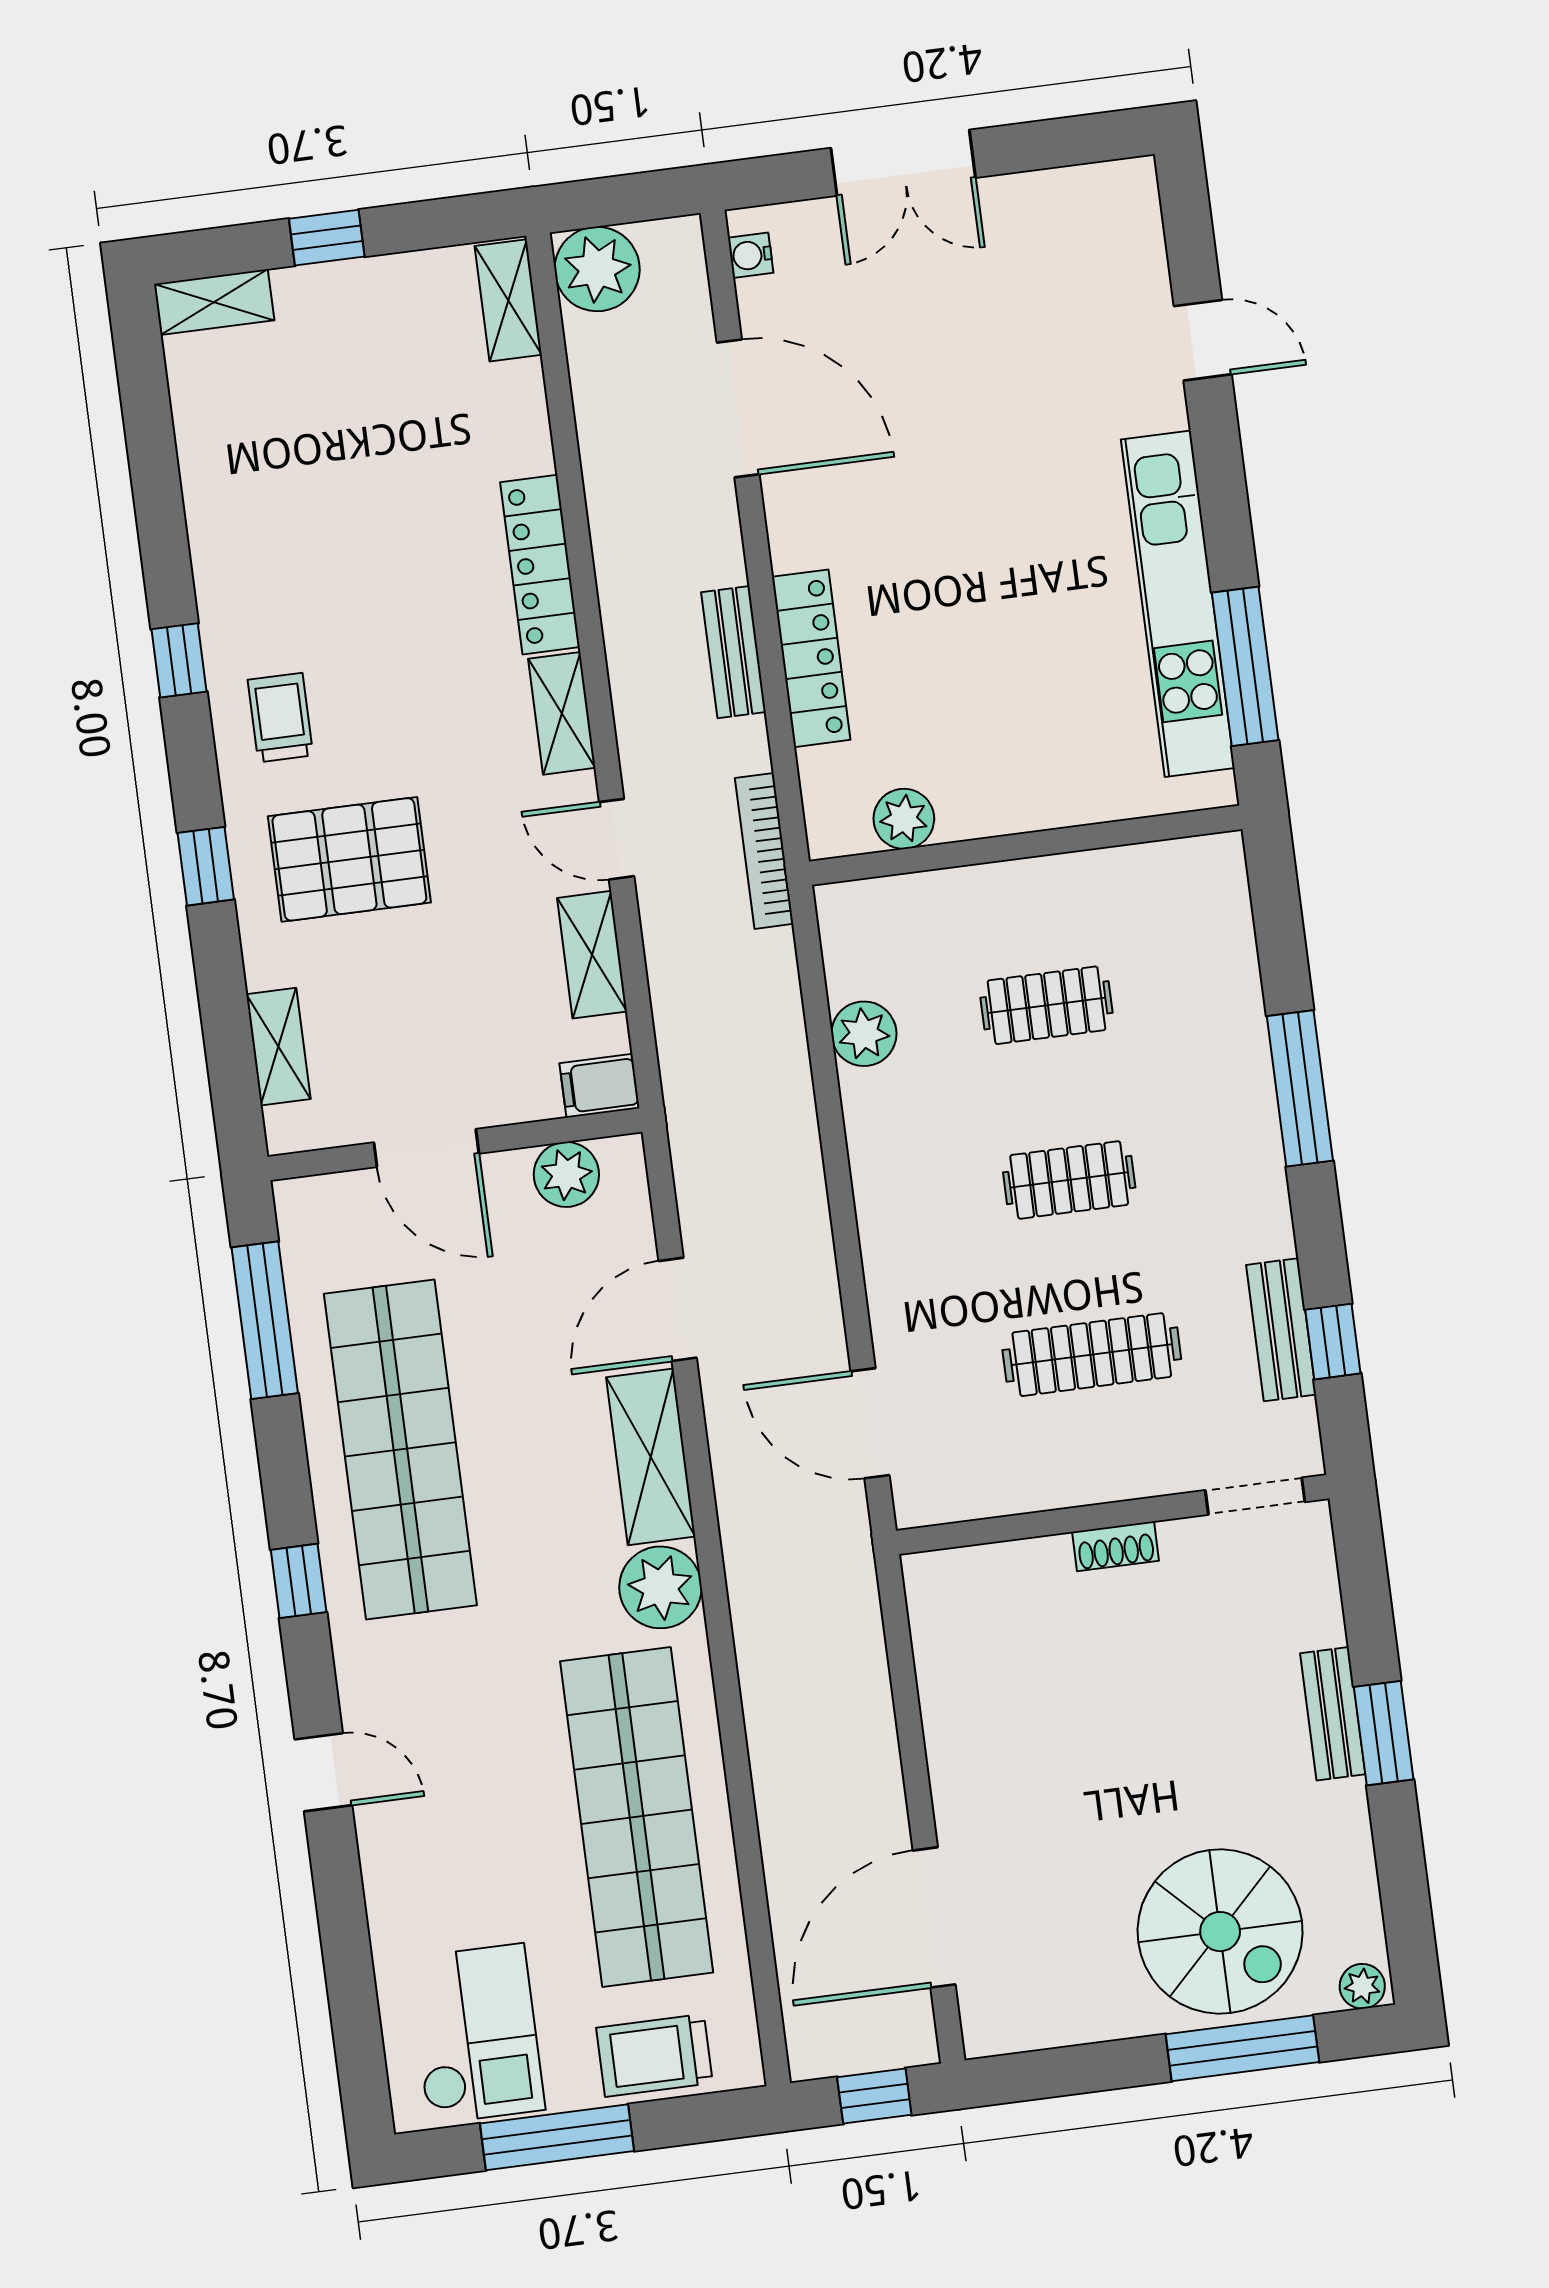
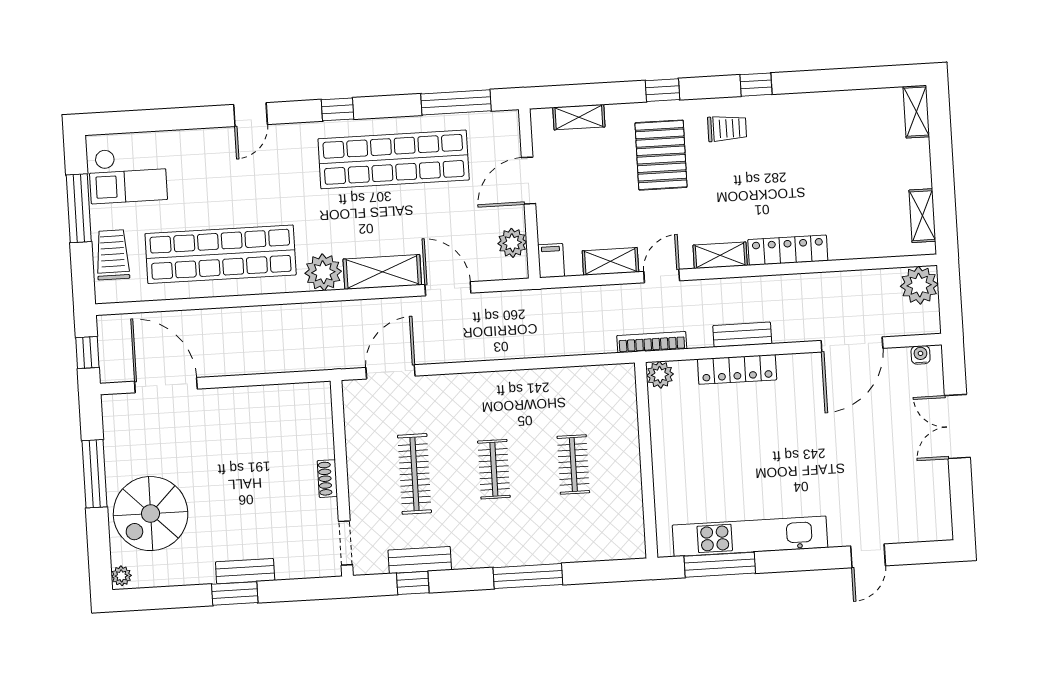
window: (327, 238) -> (942, 164), removed
shelving: (508, 300) -> (922, 216), moved, turned 90
plant: (904, 819) -> (660, 375), moved
plant: (864, 1034) -> (566, 381), removed
window: (1242, 2048) -> (95, 474), moved

